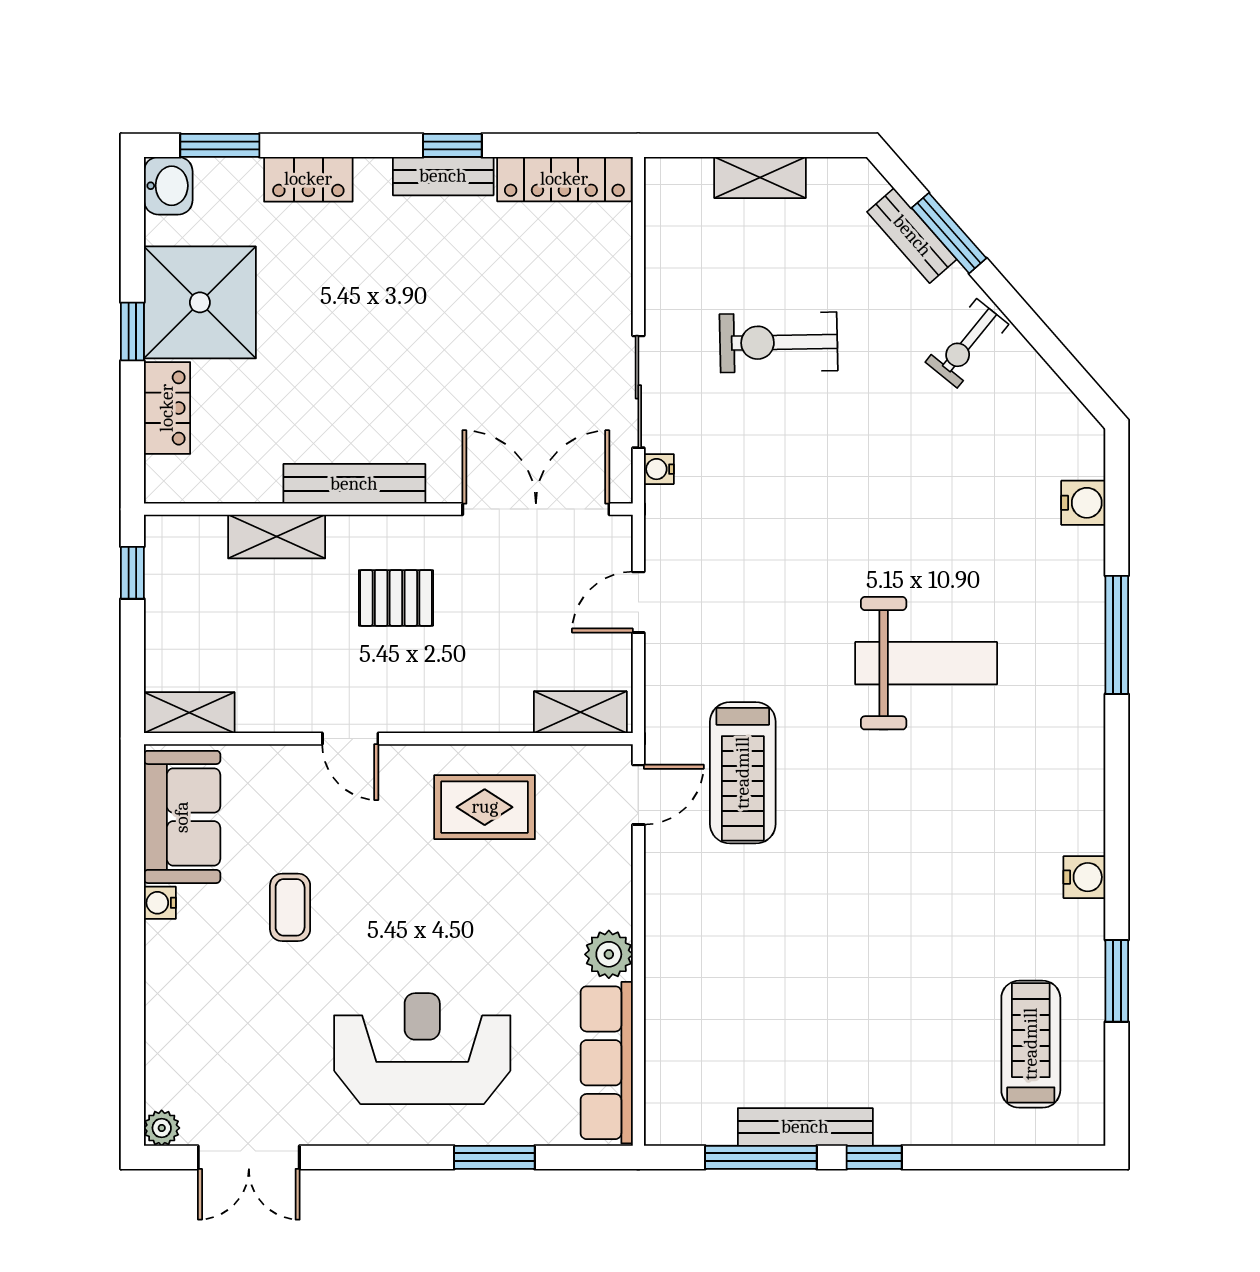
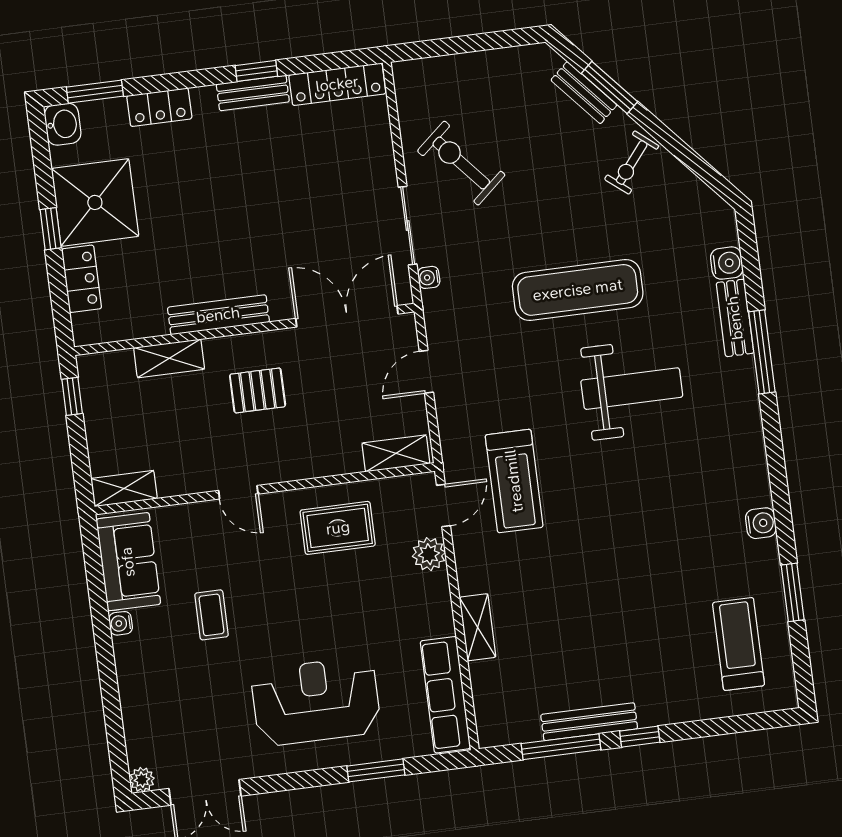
shelving: (760, 178) -> (478, 627), moved, turned 90
exercise bike: (779, 342) -> (461, 163), moved, turned 50
exercise mat: (867, 514) -> (578, 290), added
bench: (1085, 582) -> (735, 318), added
plant: (609, 954) -> (429, 554), moved

